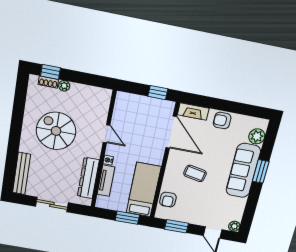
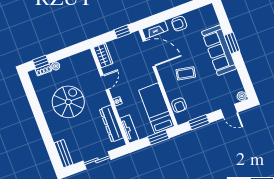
wardrobe: (122, 105) -> (103, 55), added
spiral stairs: (56, 131) -> (68, 102), turned 90
door: (106, 134) -> (105, 82), hinge flipped
plant: (257, 136) -> (211, 20), removed
bench: (22, 174) -> (64, 154), width x0.73
tv unit: (106, 181) -> (129, 129), moved

